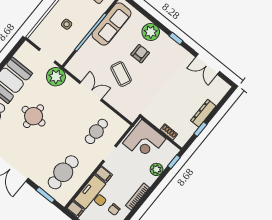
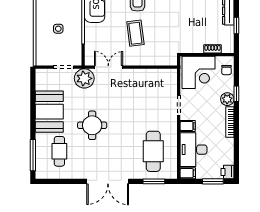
coffee table: (121, 74) -> (135, 33), turned 59
double door: (91, 91) -> (108, 67), moved
cafe table: (96, 131) -> (153, 96), removed
window: (174, 162) -> (236, 94), moved
plant: (157, 169) -> (227, 99), moved
chair: (114, 210) -> (226, 70), moved

